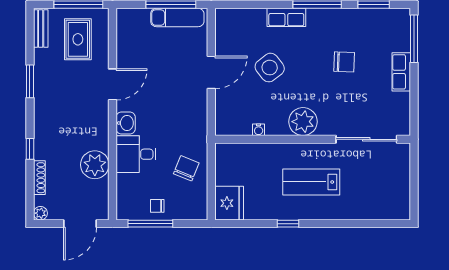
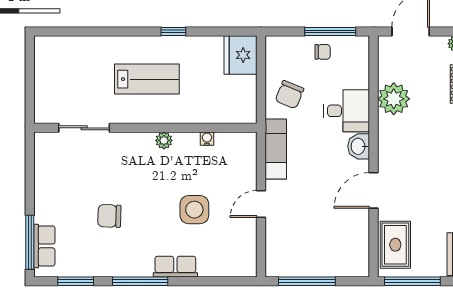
exam couch: (177, 18) -> (276, 149), moved, turned 90
rug: (78, 39) -> (395, 245), moved
side table: (270, 68) -> (194, 210), turned 38
door: (211, 72) -> (261, 204), width x0.73
row of seats: (401, 72) -> (44, 246), moved
plant: (303, 122) -> (164, 140), width x0.53, depth x0.53
sliding door: (366, 139) -> (84, 128), width x0.73

